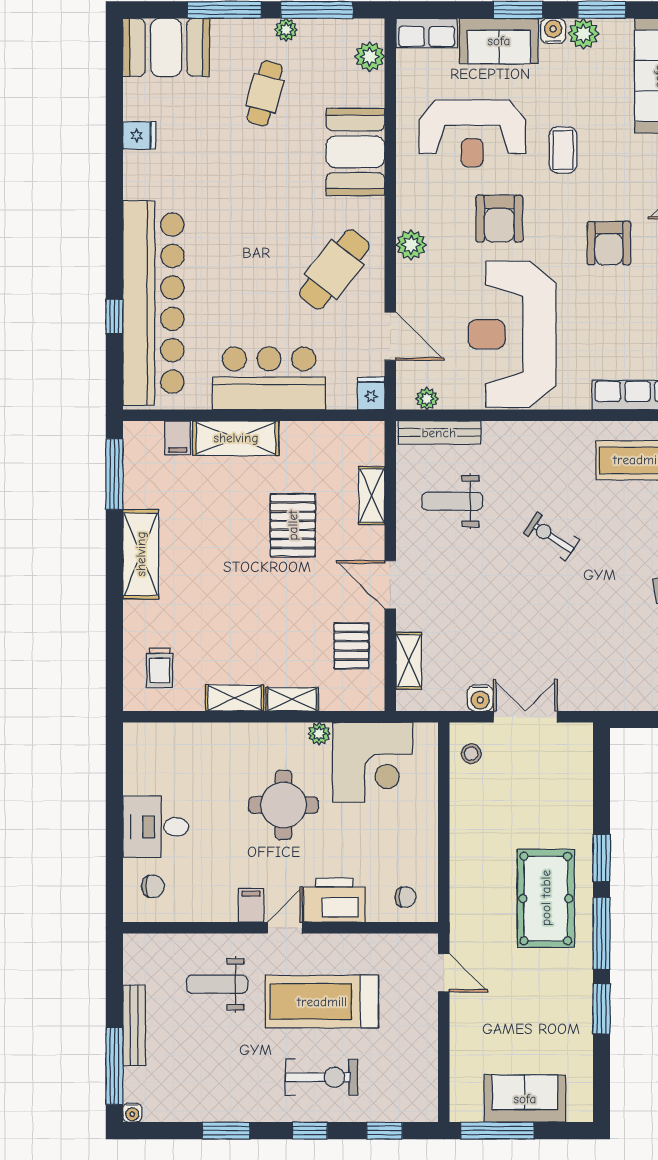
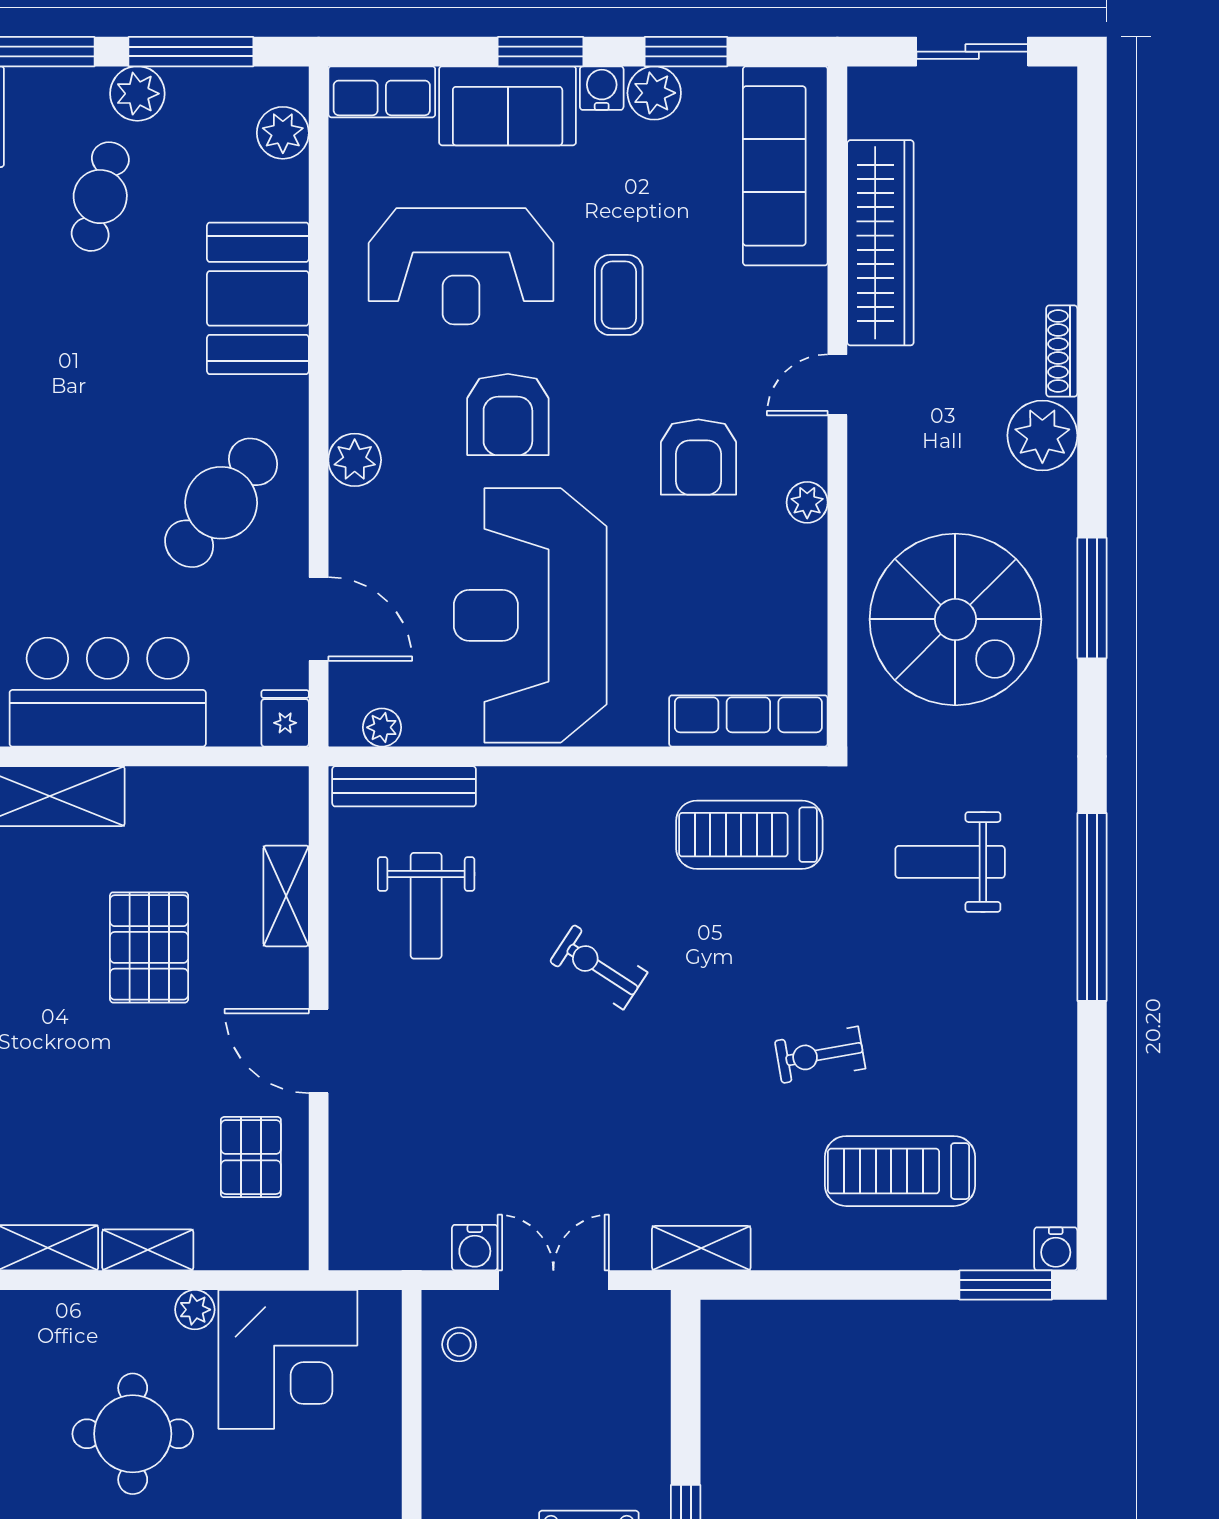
plant: (286, 30) -> (137, 94), width x1.38, depth x1.38
weight bench: (452, 501) -> (426, 906), turned -90
shelving: (409, 661) -> (701, 1248), moved, turned 90

